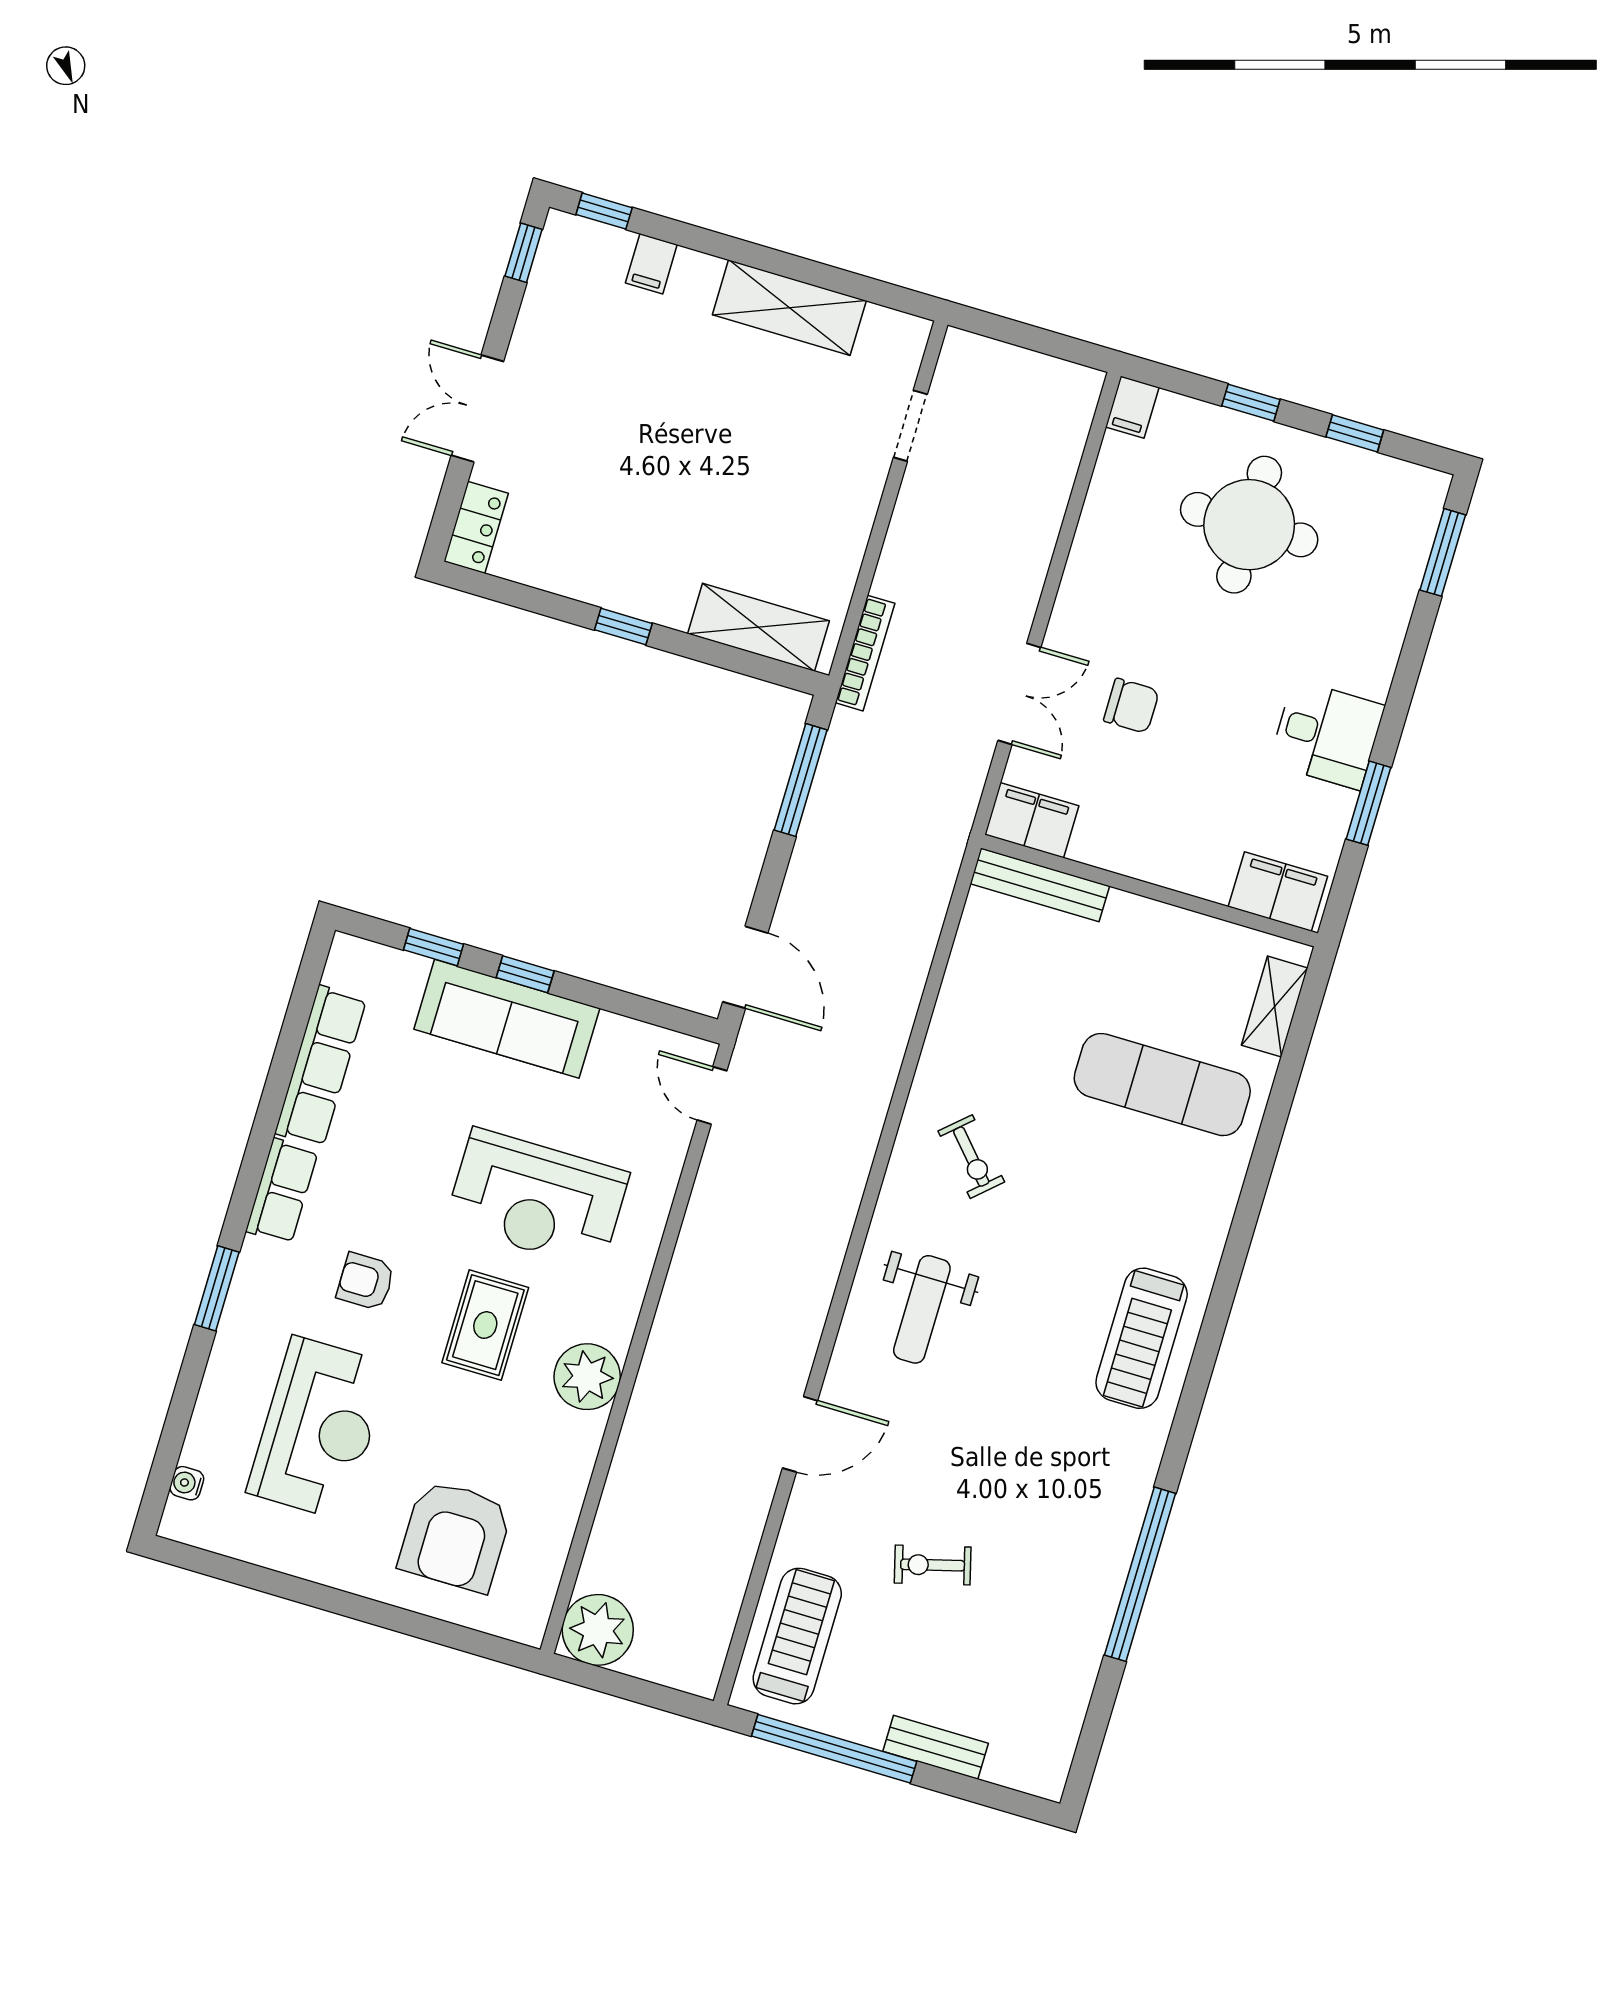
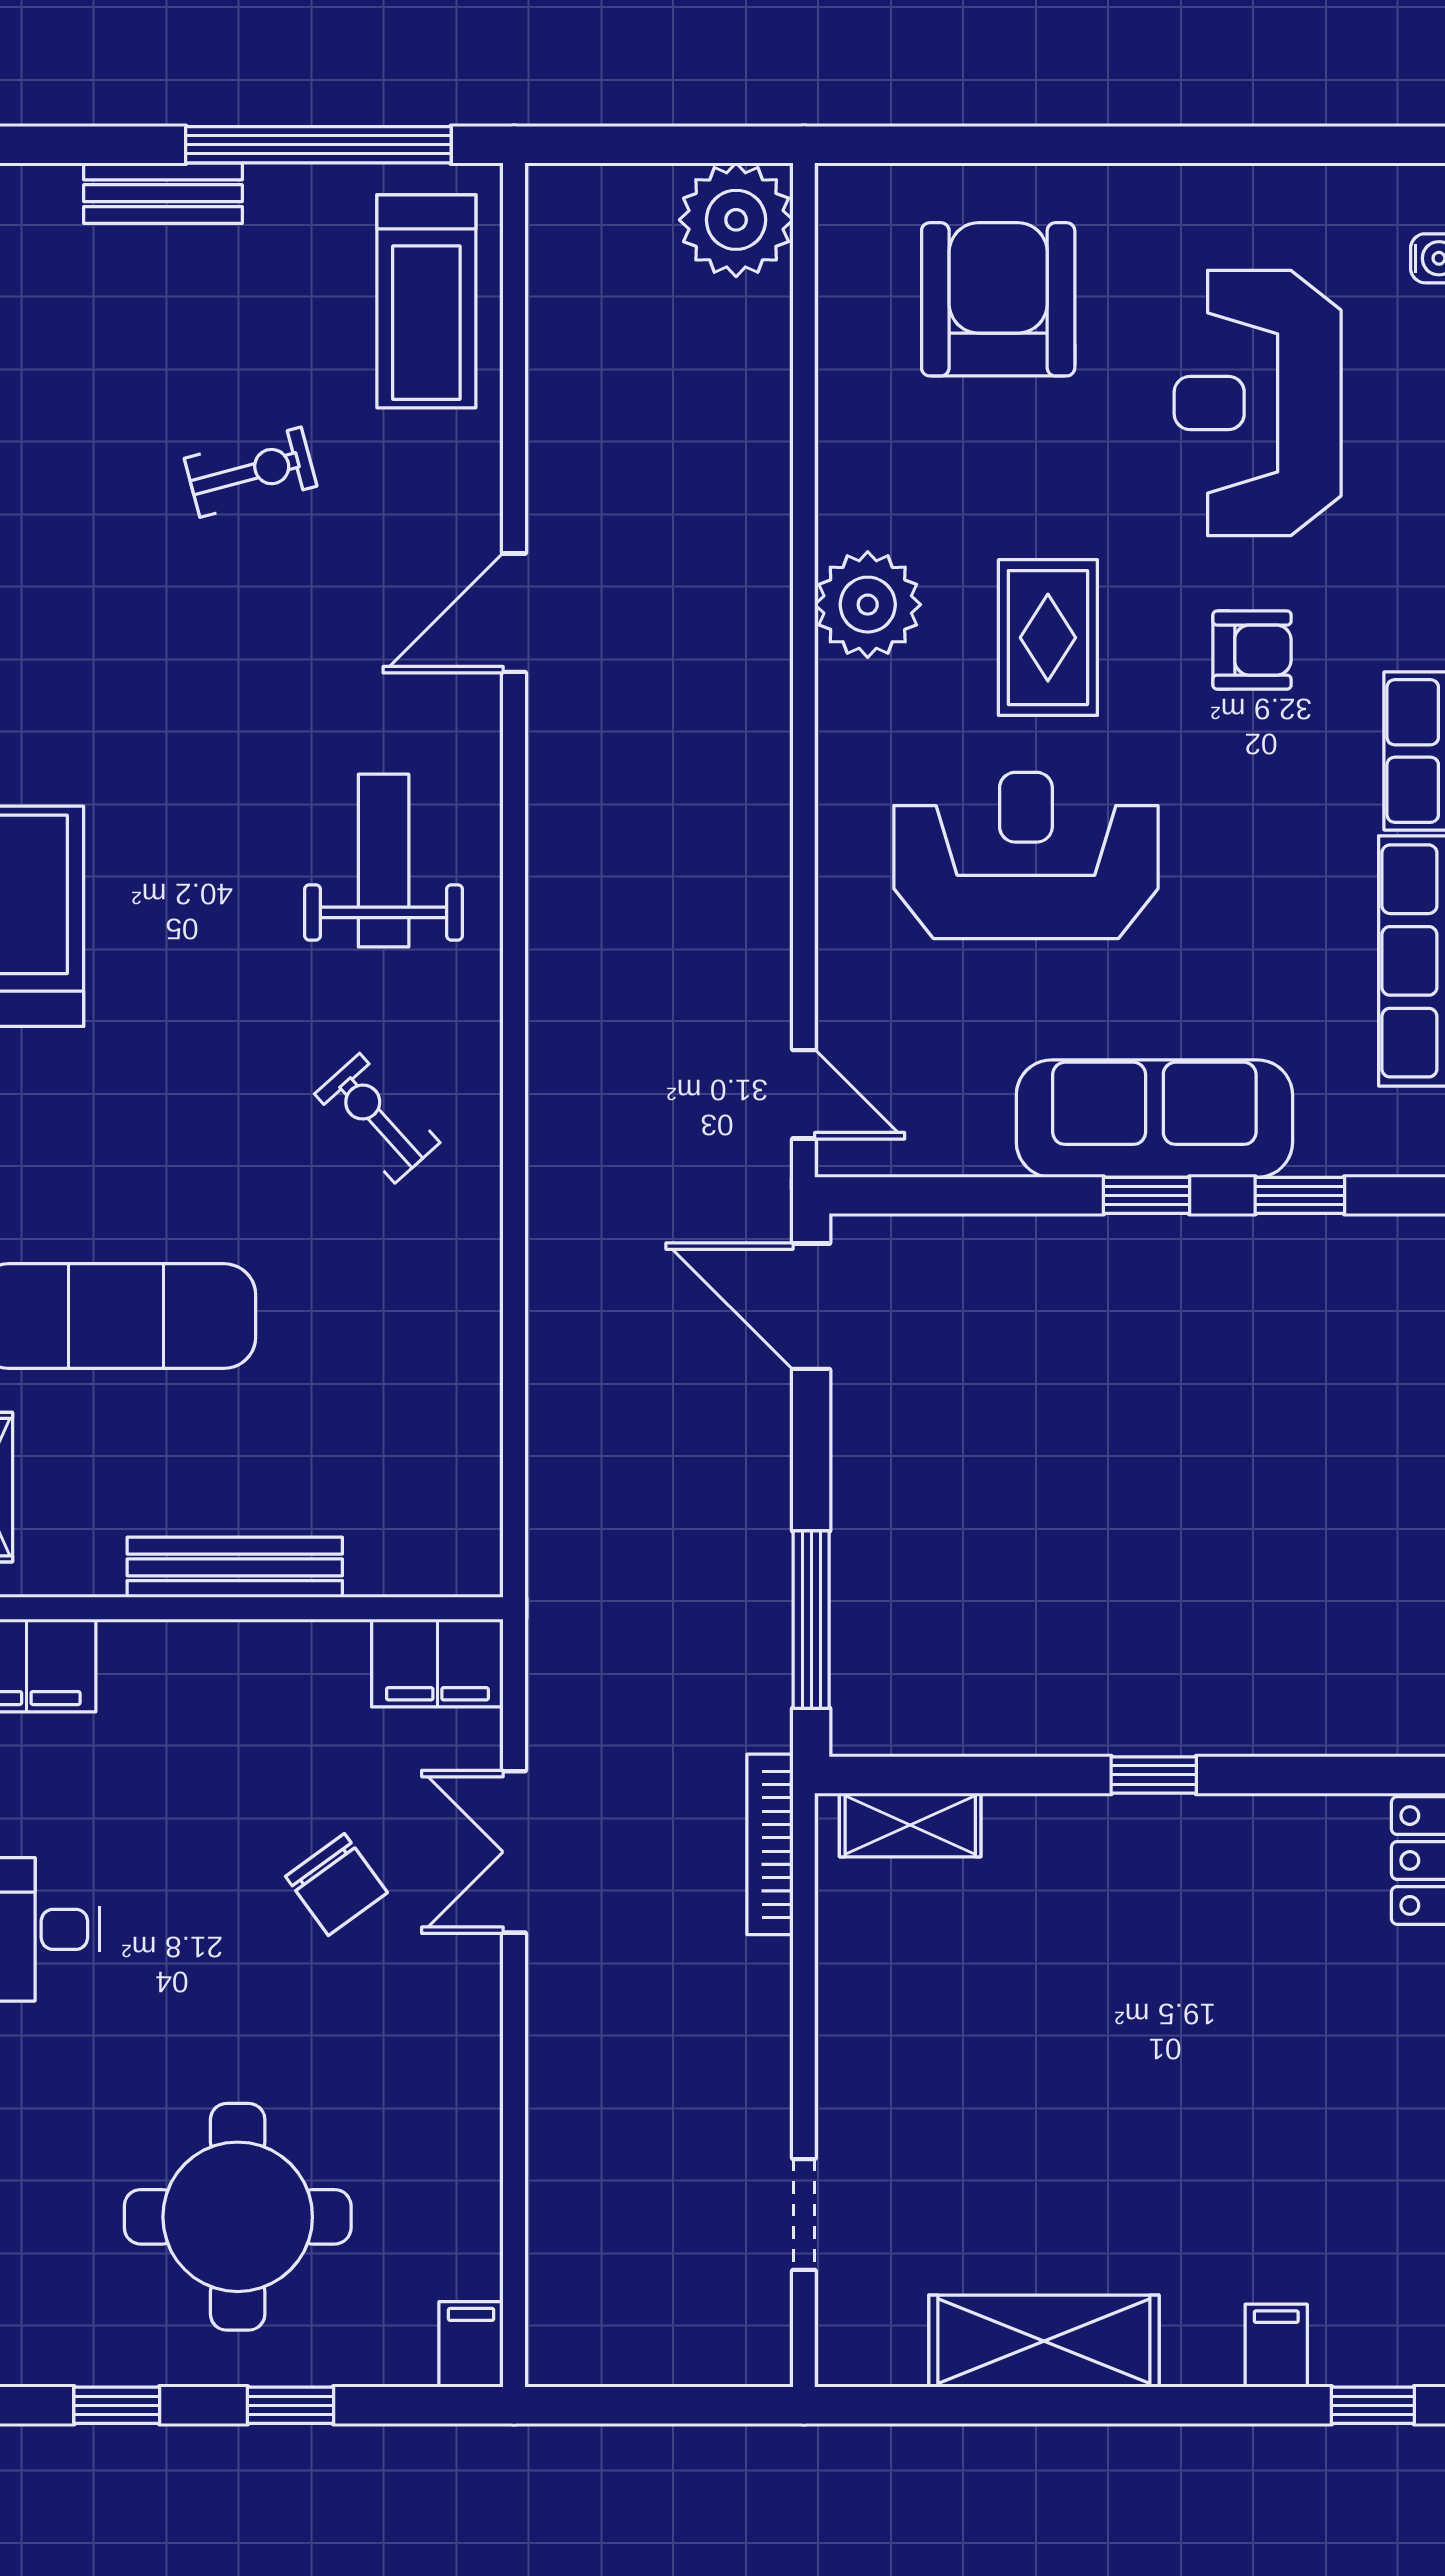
shelving: (759, 627) -> (910, 1825), width x0.67, depth x0.75
chair: (1131, 706) -> (336, 1885), turned -126
bench: (1040, 885) -> (235, 1567), moved

